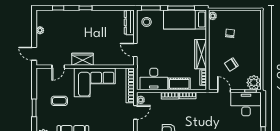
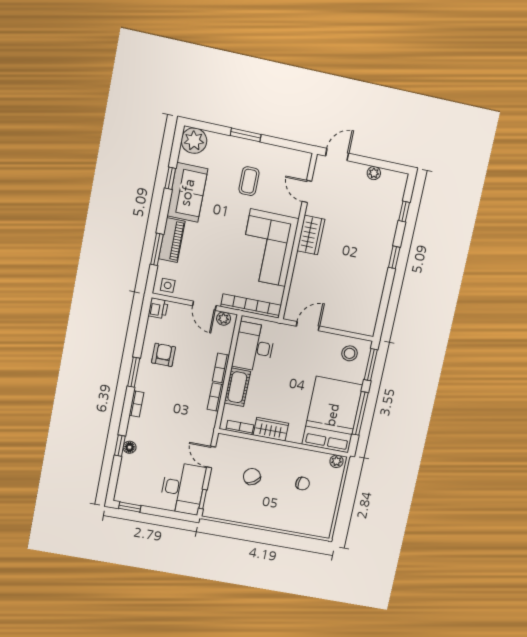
bed: (185, 20) -> (332, 415), width x1.50
dresser: (129, 22) -> (355, 325), removed
wardrobe: (201, 54) -> (271, 429), width x0.67
plant: (254, 83) -> (215, 507), removed
door: (224, 91) -> (211, 457), swing flipped

